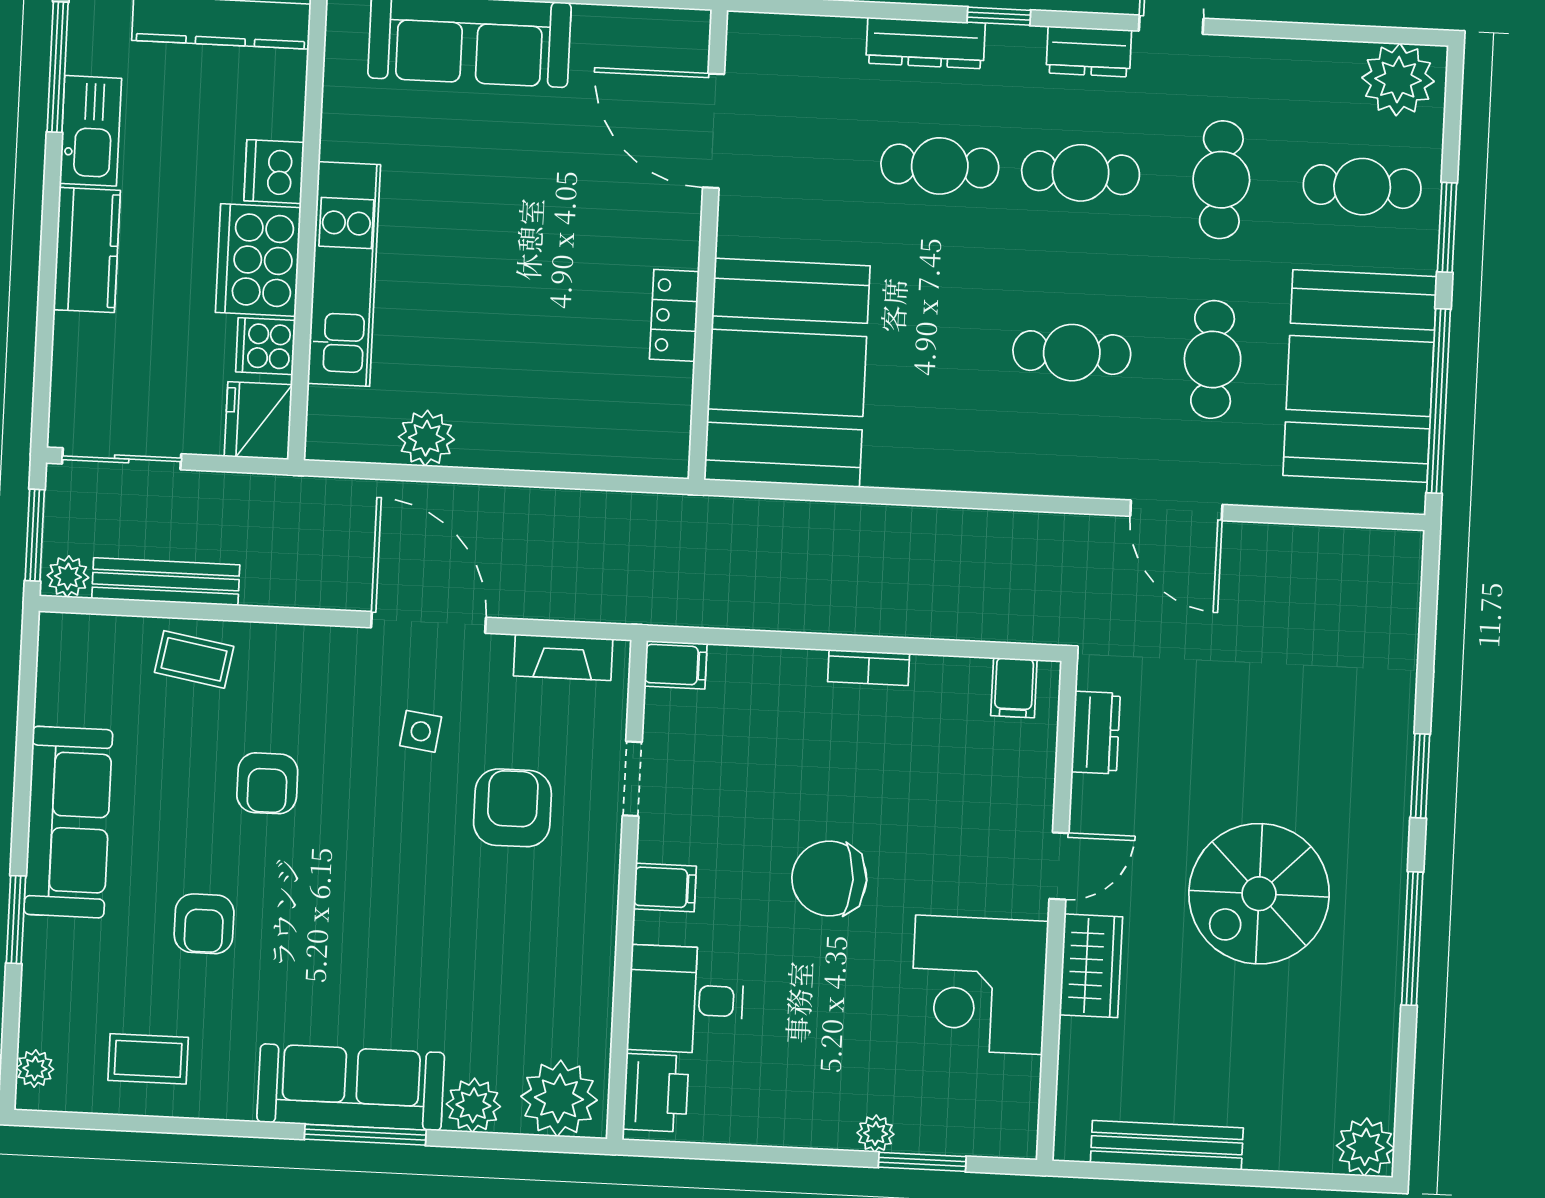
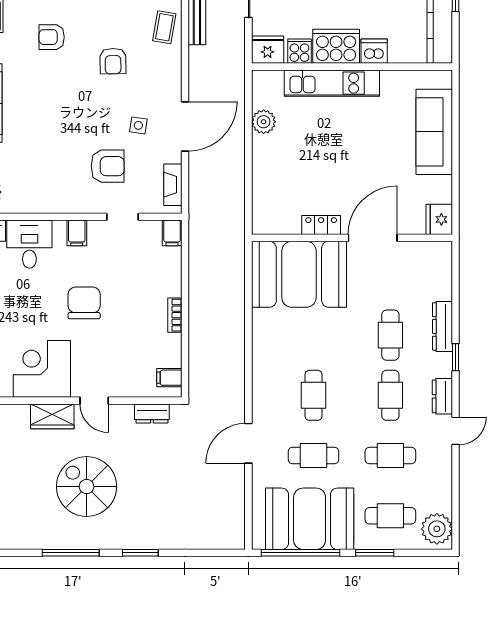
fridge: (675, 38) -> (439, 219), added
door: (713, 131) -> (373, 238), moved
cafe table: (1362, 187) -> (390, 516), turned 90
armchair: (267, 783) -> (113, 61), turned -91

